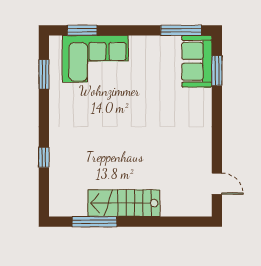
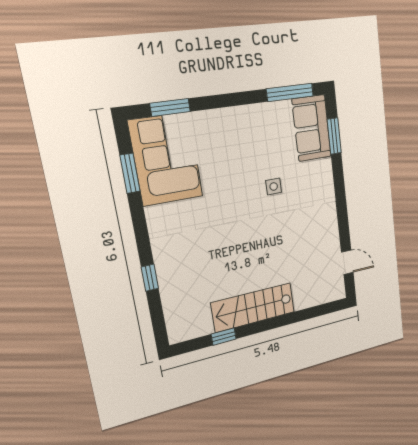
corner sofa: (95, 59) -> (166, 159), moved, turned -90
side table: (156, 104) -> (274, 186), added
window: (95, 222) -> (224, 337), width x0.46

